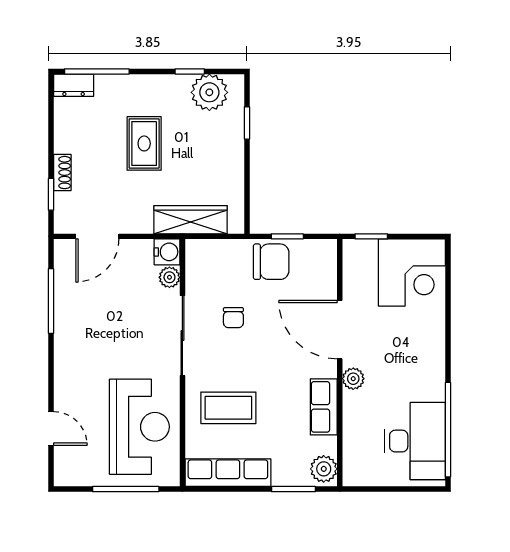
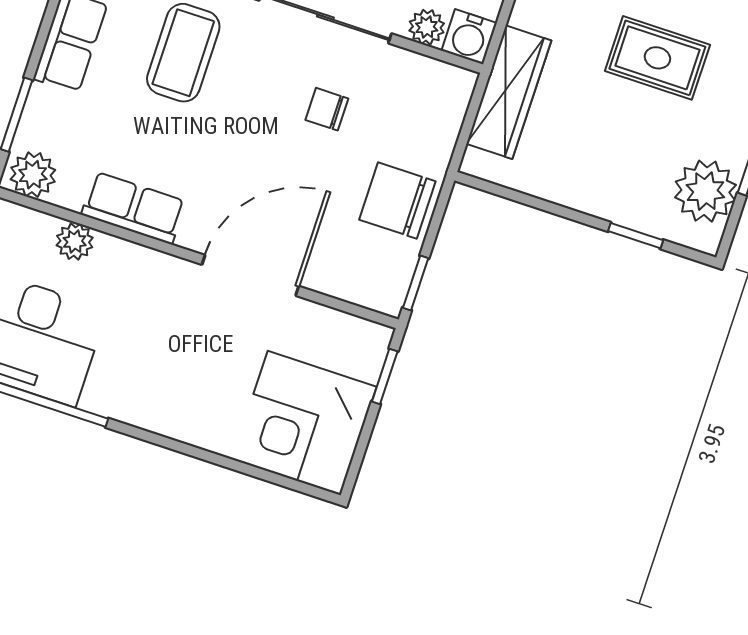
window: (287, 236) -> (416, 283), moved
chair: (271, 262) -> (397, 200), turned 90
plant: (353, 379) -> (75, 242), moved

